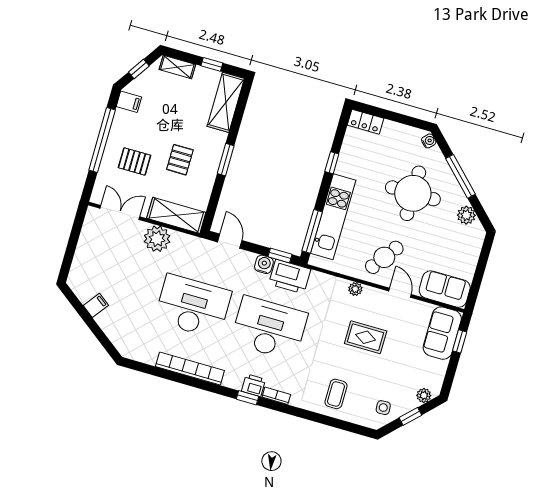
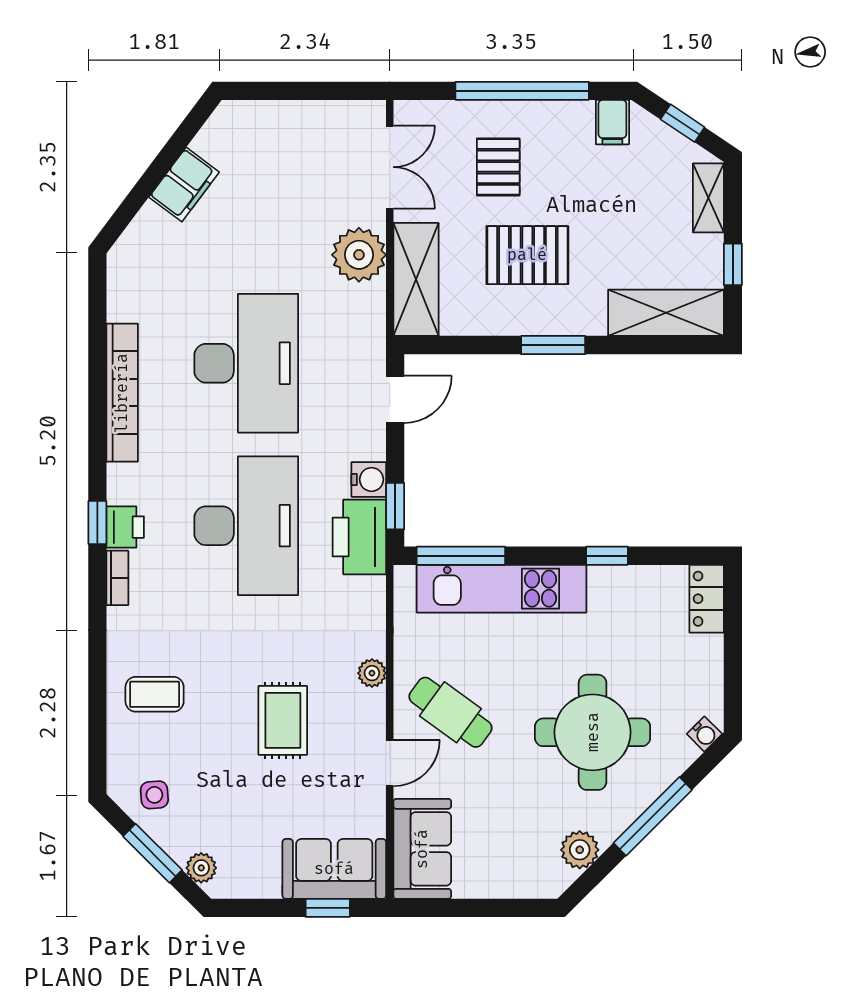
pallet: (180, 160) -> (527, 255), width x1.50, depth x1.42
filing cabinet: (96, 305) -> (184, 185), width x2.00
window: (410, 416) -> (153, 853), width x1.50

